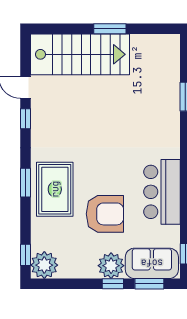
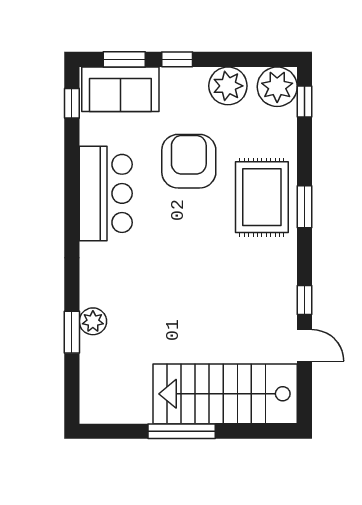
window: (110, 29) -> (182, 431), width x1.44
plant: (171, 104) -> (93, 321), added
armchair: (105, 214) -> (189, 161), turned 90
plant: (111, 266) -> (228, 86), moved

